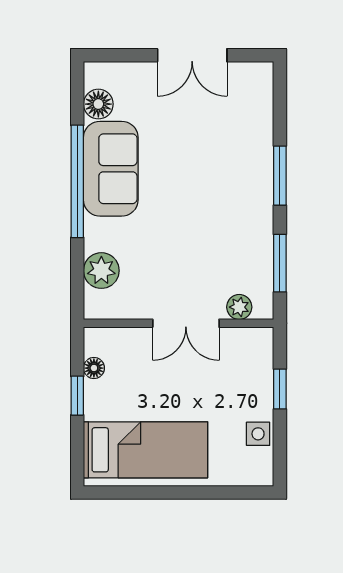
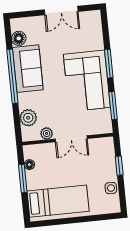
corner sofa: (231, 206) -> (87, 81), added
plant: (239, 307) -> (47, 133), moved
window: (77, 396) -> (23, 179), width x1.50

